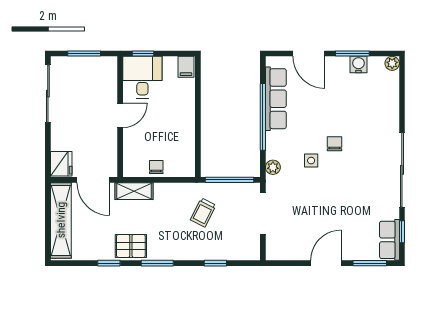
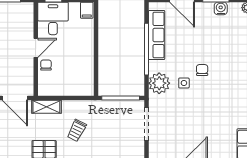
chair: (156, 167) -> (46, 65), moved
plant: (273, 167) -> (159, 83), width x1.88, depth x1.88
trolley: (203, 212) -> (77, 130), moved

